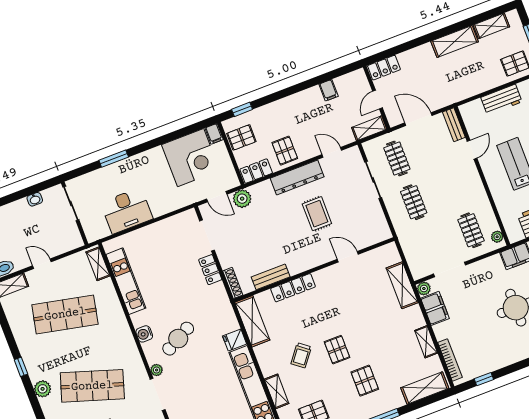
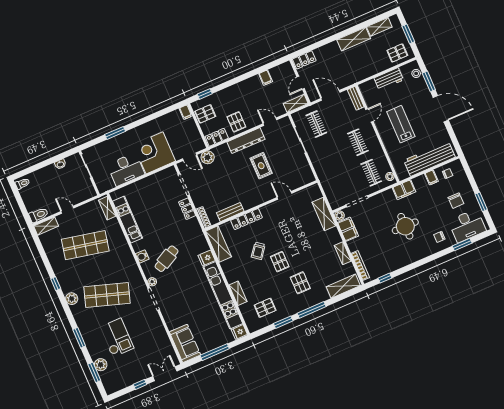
corner desk: (191, 158) -> (154, 153), moved, turned 180
clothes rail: (414, 202) -> (358, 142), moved
trolley: (301, 355) -> (258, 251), moved

